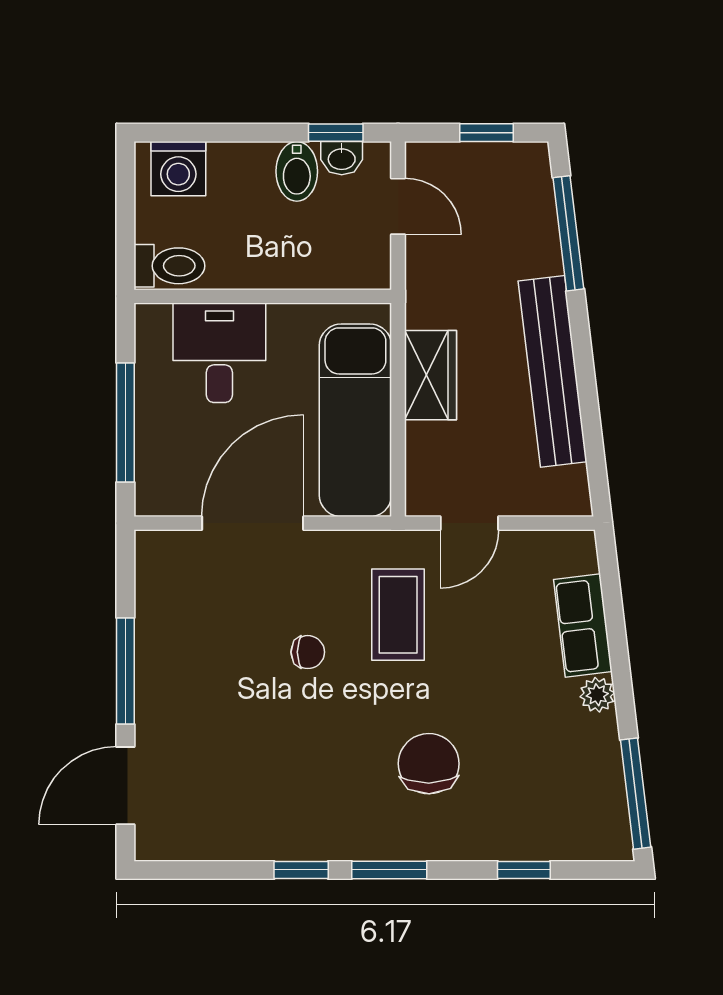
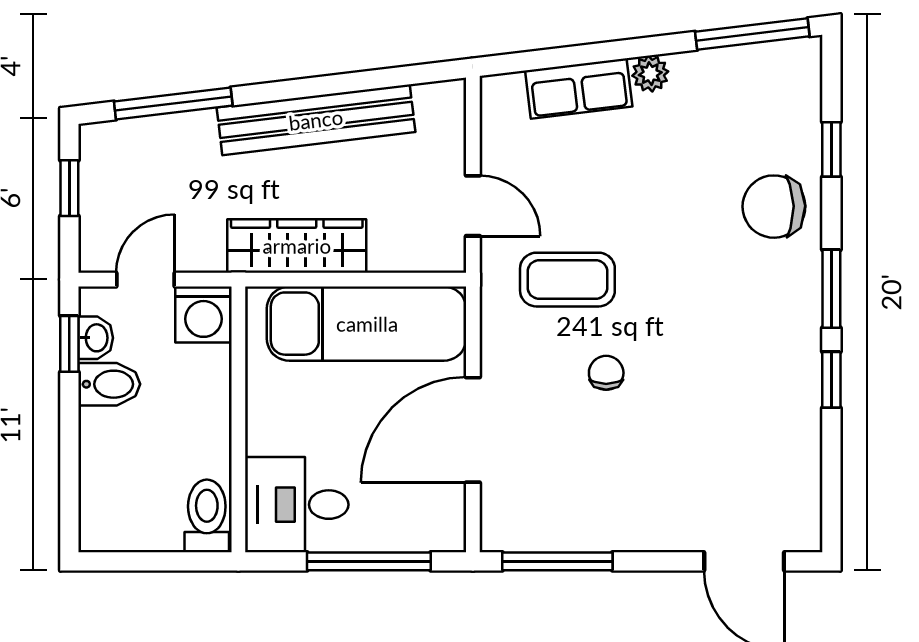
washing machine: (178, 169) -> (203, 314), moved, turned 90
desk: (219, 353) -> (297, 505), moved
wardrobe: (430, 375) -> (297, 246), width x1.50
door: (253, 523) -> (473, 430), hinge flipped
window: (125, 671) -> (557, 561), moved
chair: (429, 764) -> (774, 207), moved

